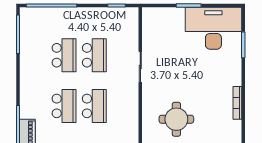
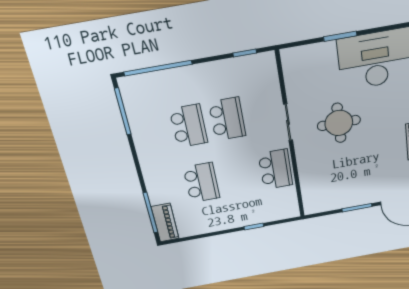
school desk: (94, 106) -> (276, 169), moved
round table: (176, 119) -> (339, 123), moved

